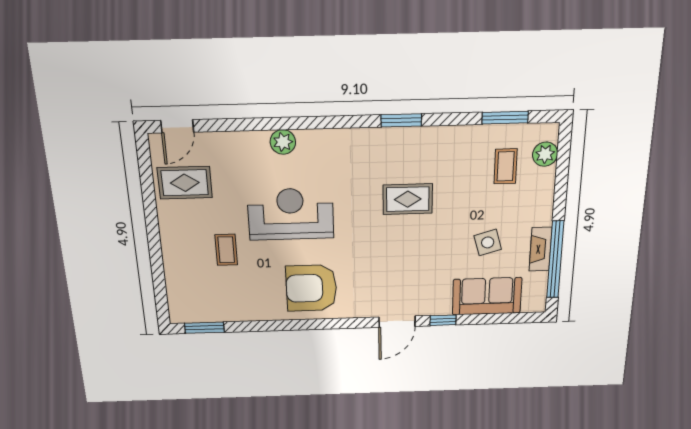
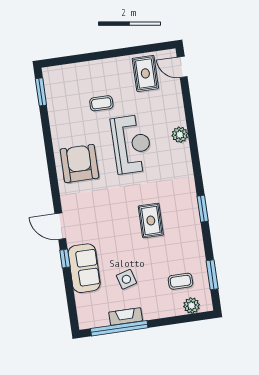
sofa: (487, 296) -> (84, 268), moved

